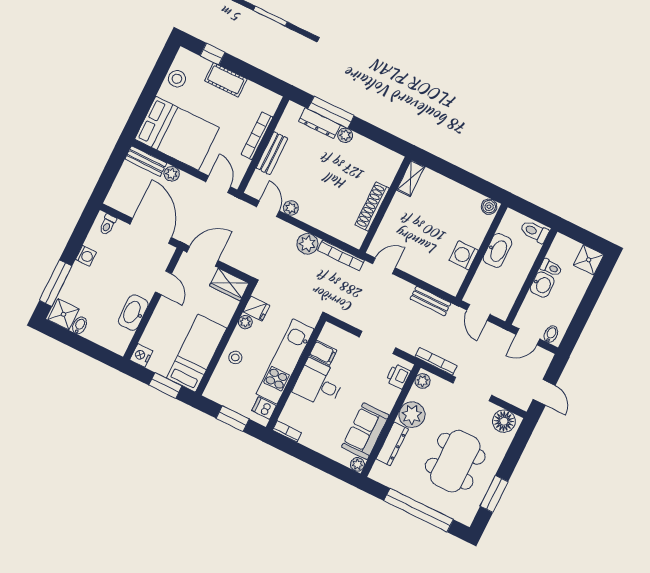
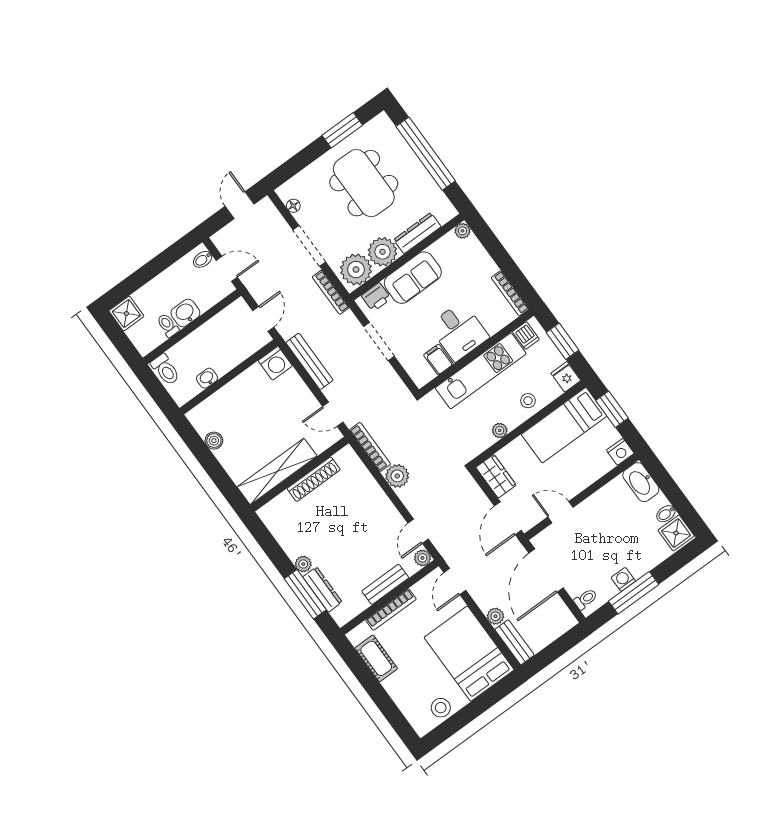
window: (213, 54) -> (392, 714), removed
cot: (226, 80) -> (376, 658), moved
shelving: (411, 178) -> (277, 472), width x2.20, depth x1.33
boiler: (489, 207) -> (214, 441), moved
plant: (291, 208) -> (422, 558), moved
washbasin: (497, 250) -> (207, 378), width x0.52, depth x0.69
washing machine: (464, 255) -> (275, 363), moved
door: (202, 256) -> (508, 518), hinge flipped
window: (56, 283) -> (634, 593), moved
door: (163, 283) -> (560, 512), hinge flipped
bench: (431, 301) -> (309, 361), width x1.36
fridge: (256, 309) -> (566, 377), moved
washbasin: (133, 313) -> (641, 482), moved, turned 90
plant: (423, 381) -> (356, 270), width x1.88, depth x1.88
floor lamp: (504, 421) -> (293, 206), width x0.53, depth x0.53
bookcase: (287, 431) -> (510, 293), width x1.56
sofa: (365, 431) -> (413, 278), moved
dining table: (455, 461) -> (364, 183), turned 90

